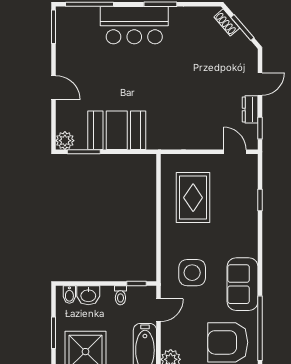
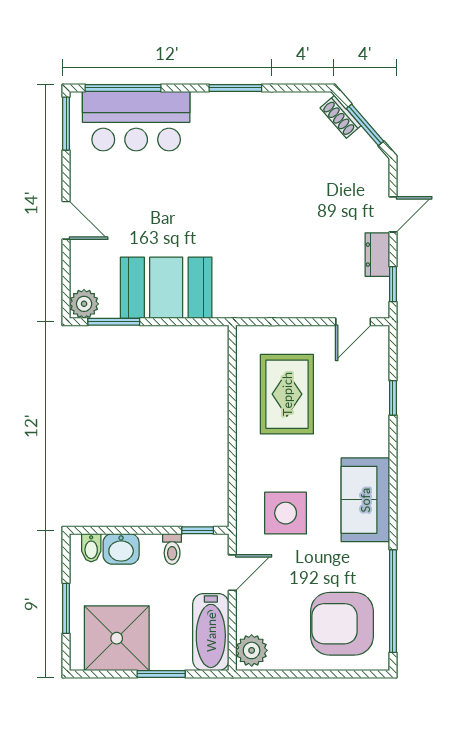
bar counter: (134, 25) -> (136, 121), moved
door: (235, 152) -> (353, 322), swing flipped
sofa: (242, 284) -> (365, 500), moved

